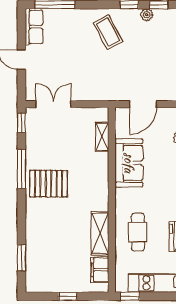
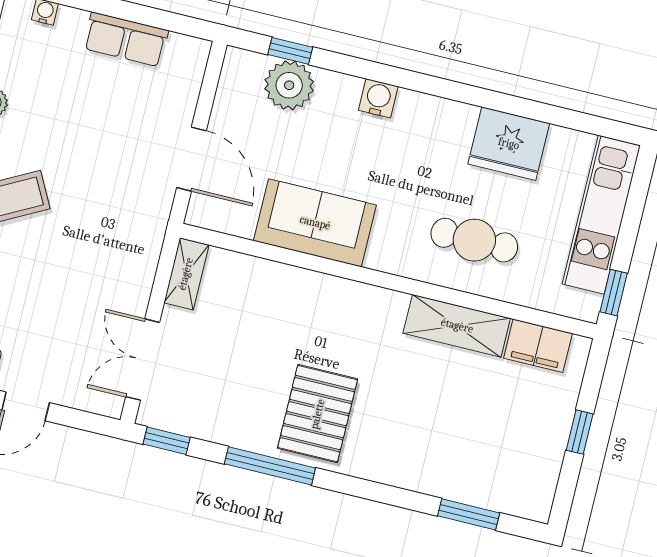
shelving: (102, 137) -> (186, 274), moved, turned 90

